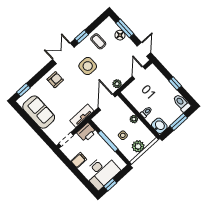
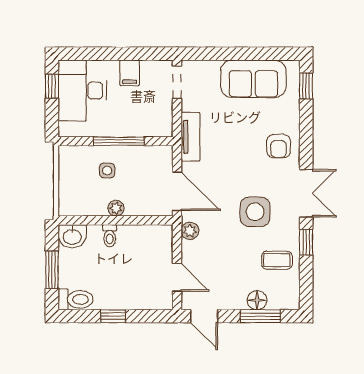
printer: (87, 132) -> (160, 122), removed
plant: (138, 146) -> (70, 178), removed

